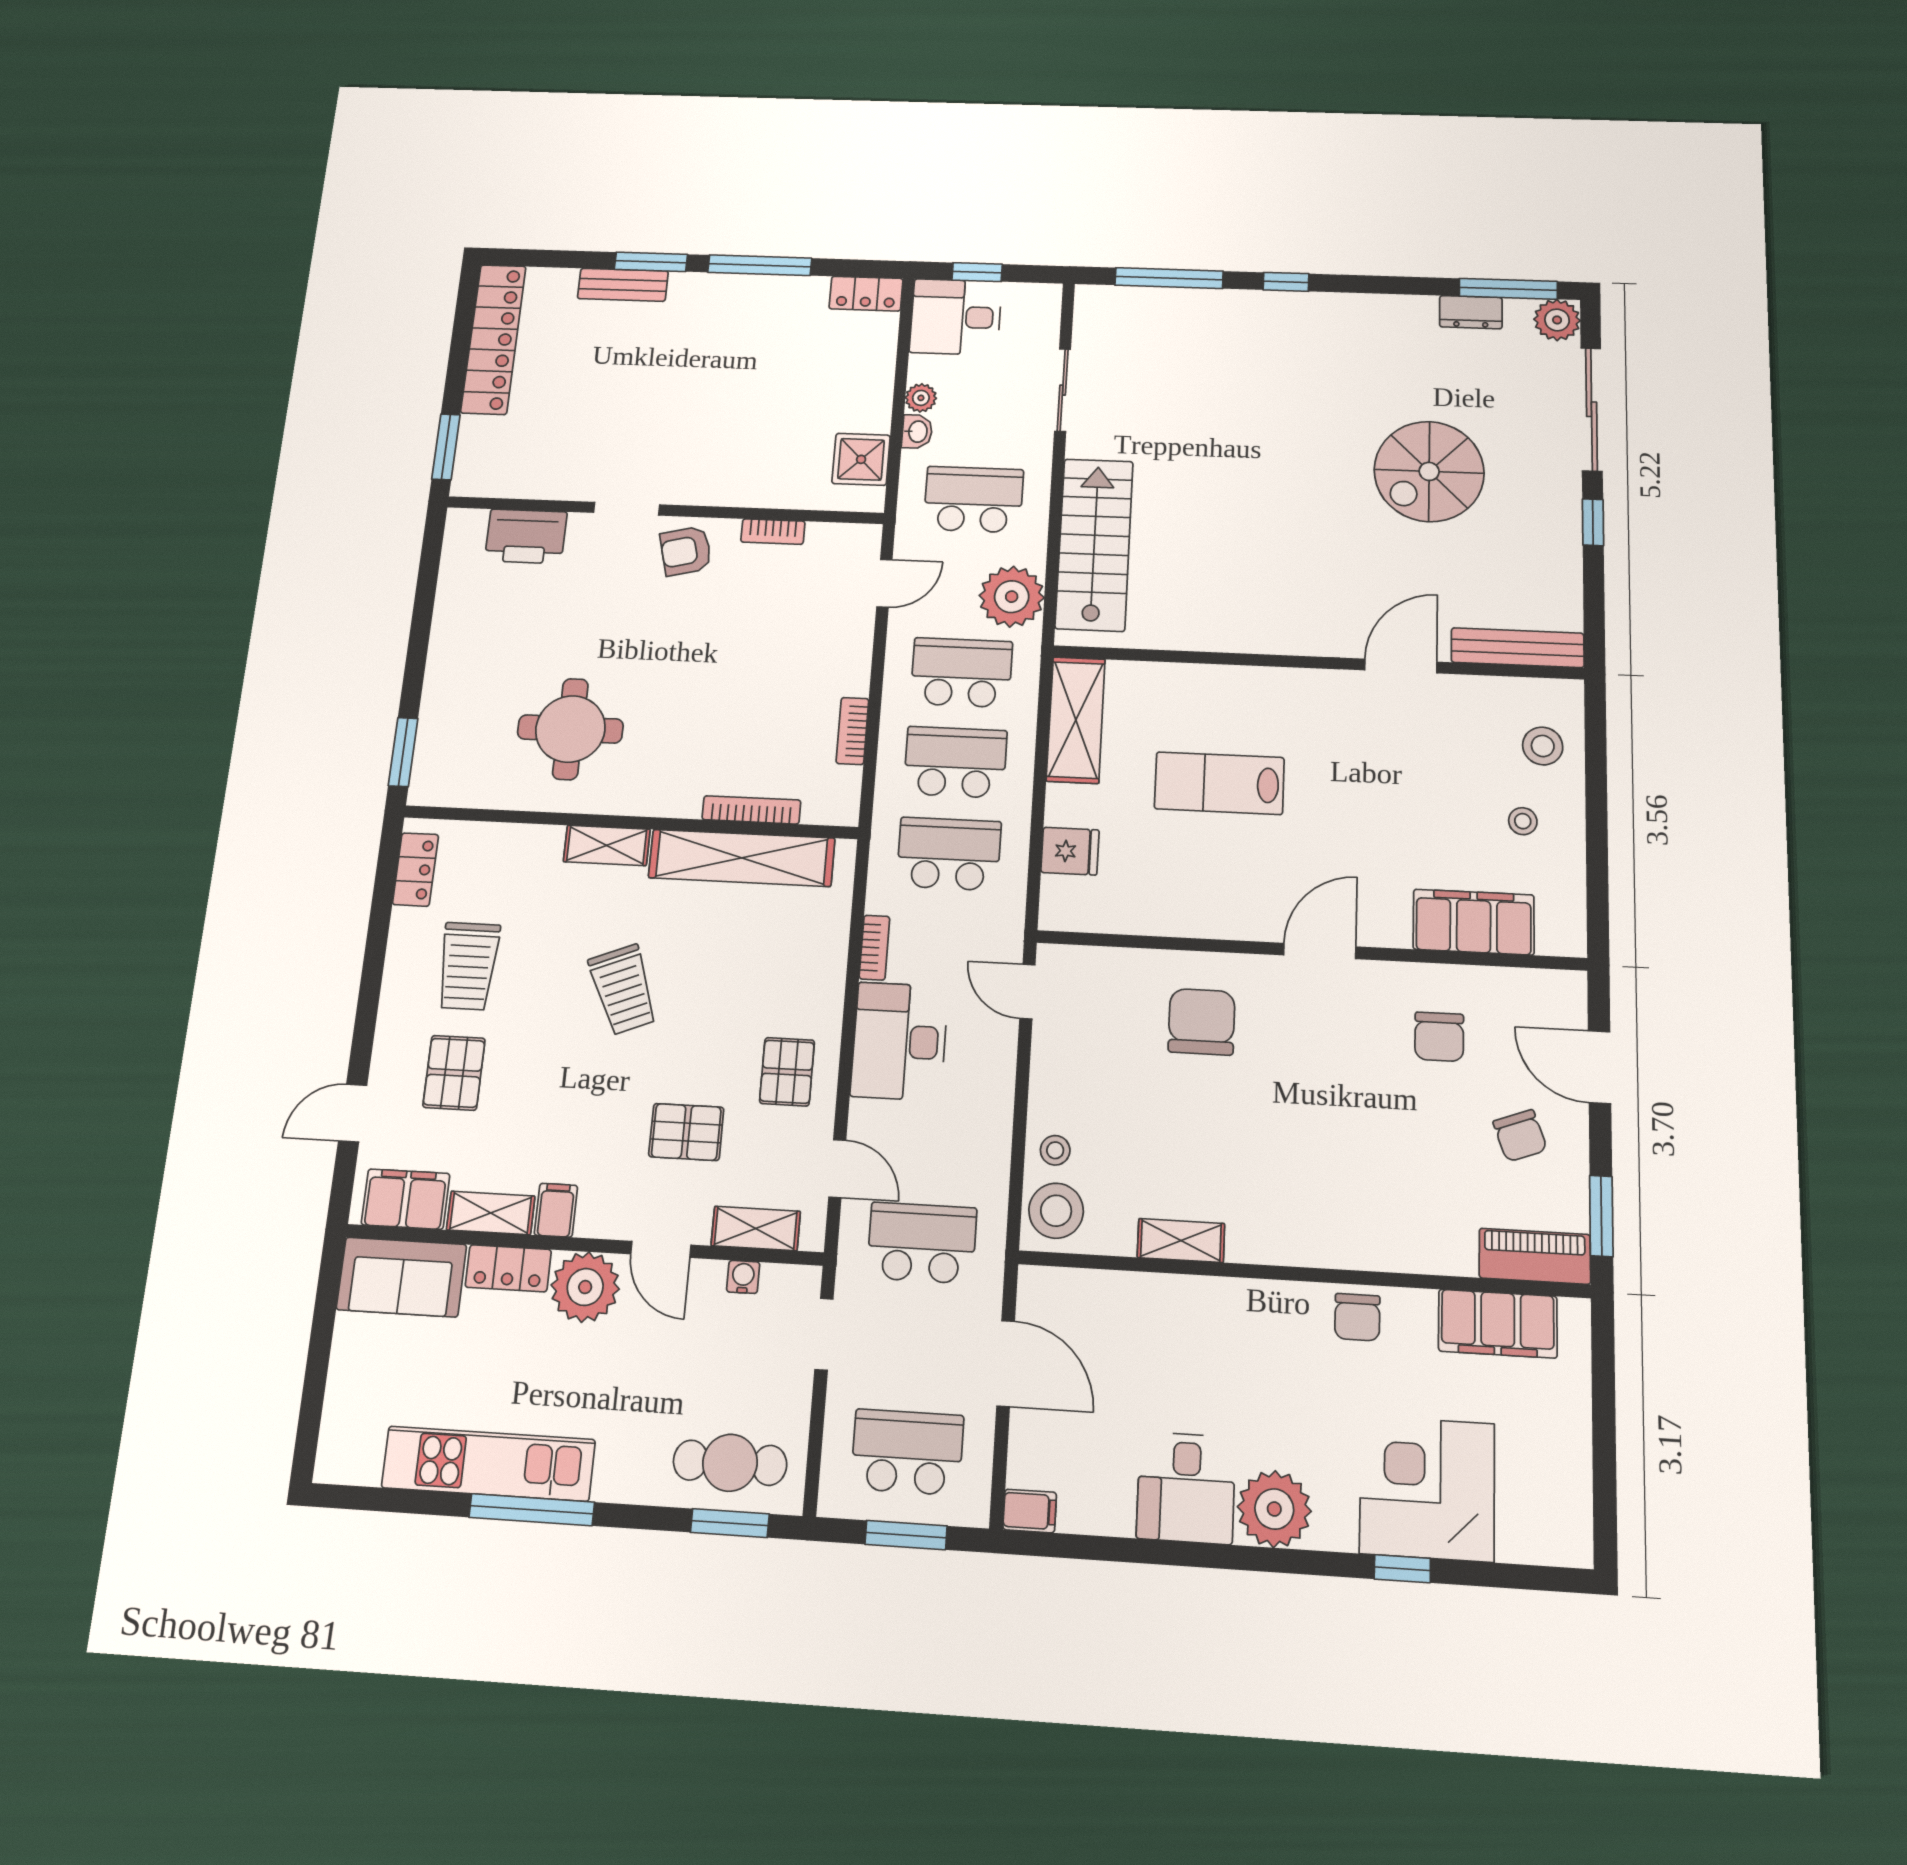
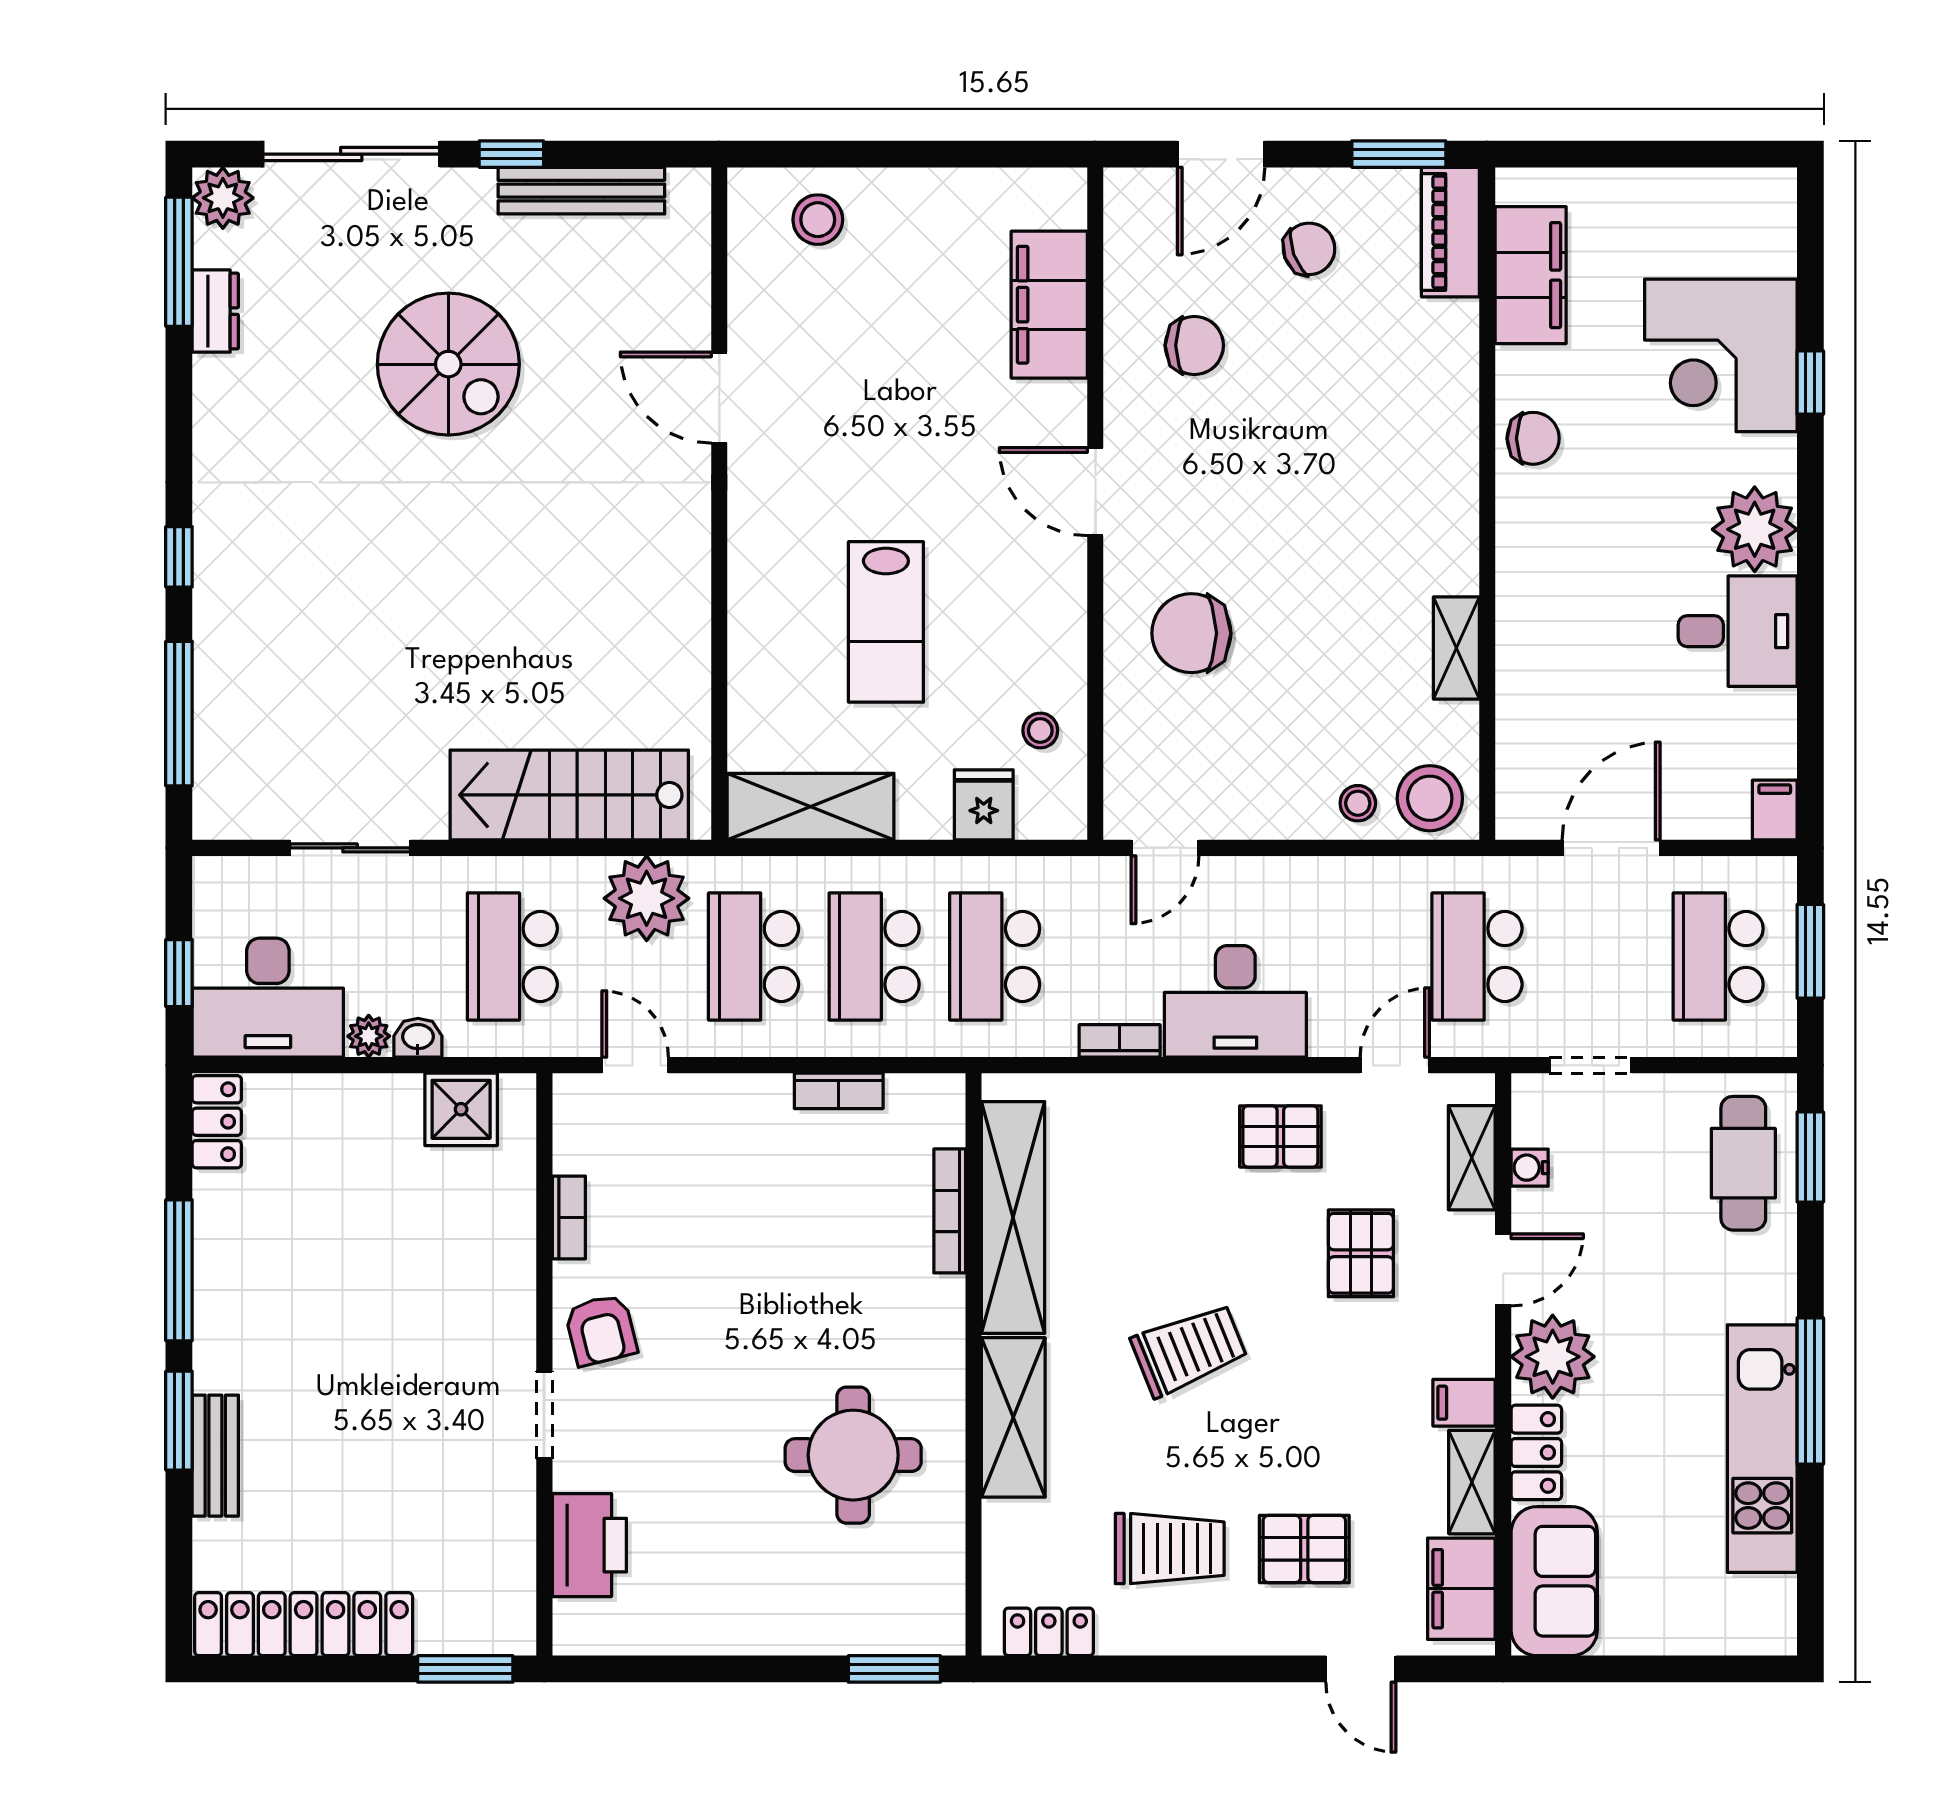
desk: (956, 317) -> (268, 998), width x1.37
bench: (1518, 648) -> (581, 191), moved, turned 90
stool: (1523, 821) -> (1040, 730), moved
shelving: (607, 845) -> (1013, 1417), width x1.50, depth x1.33

